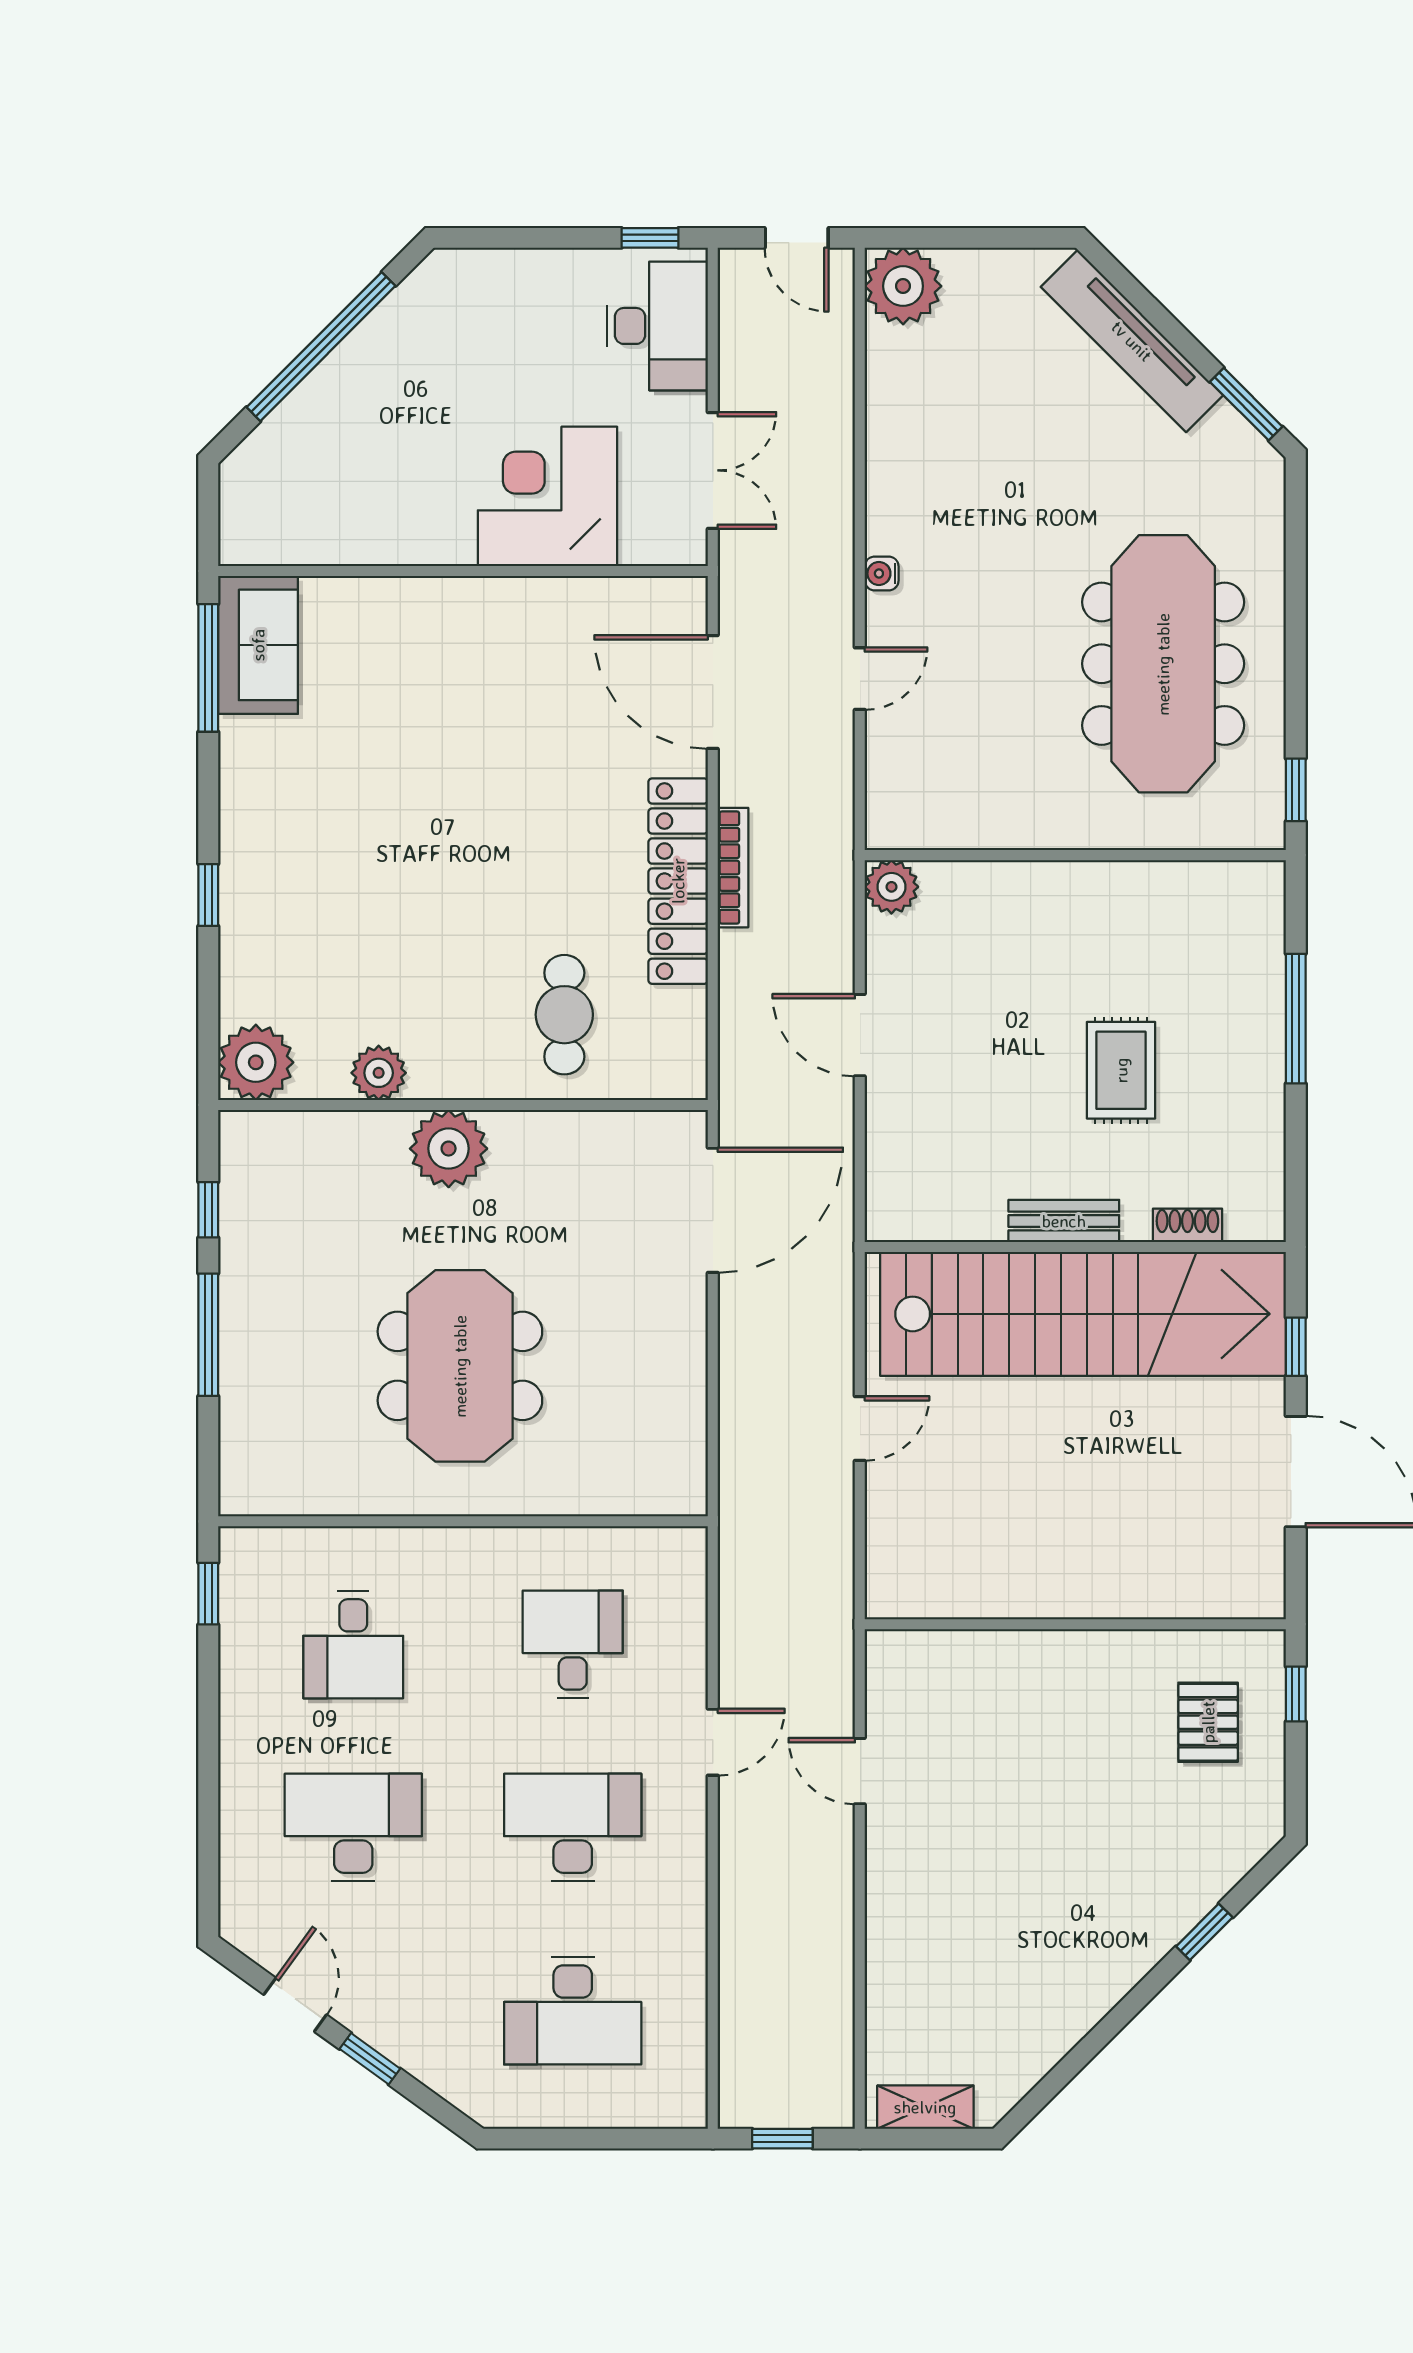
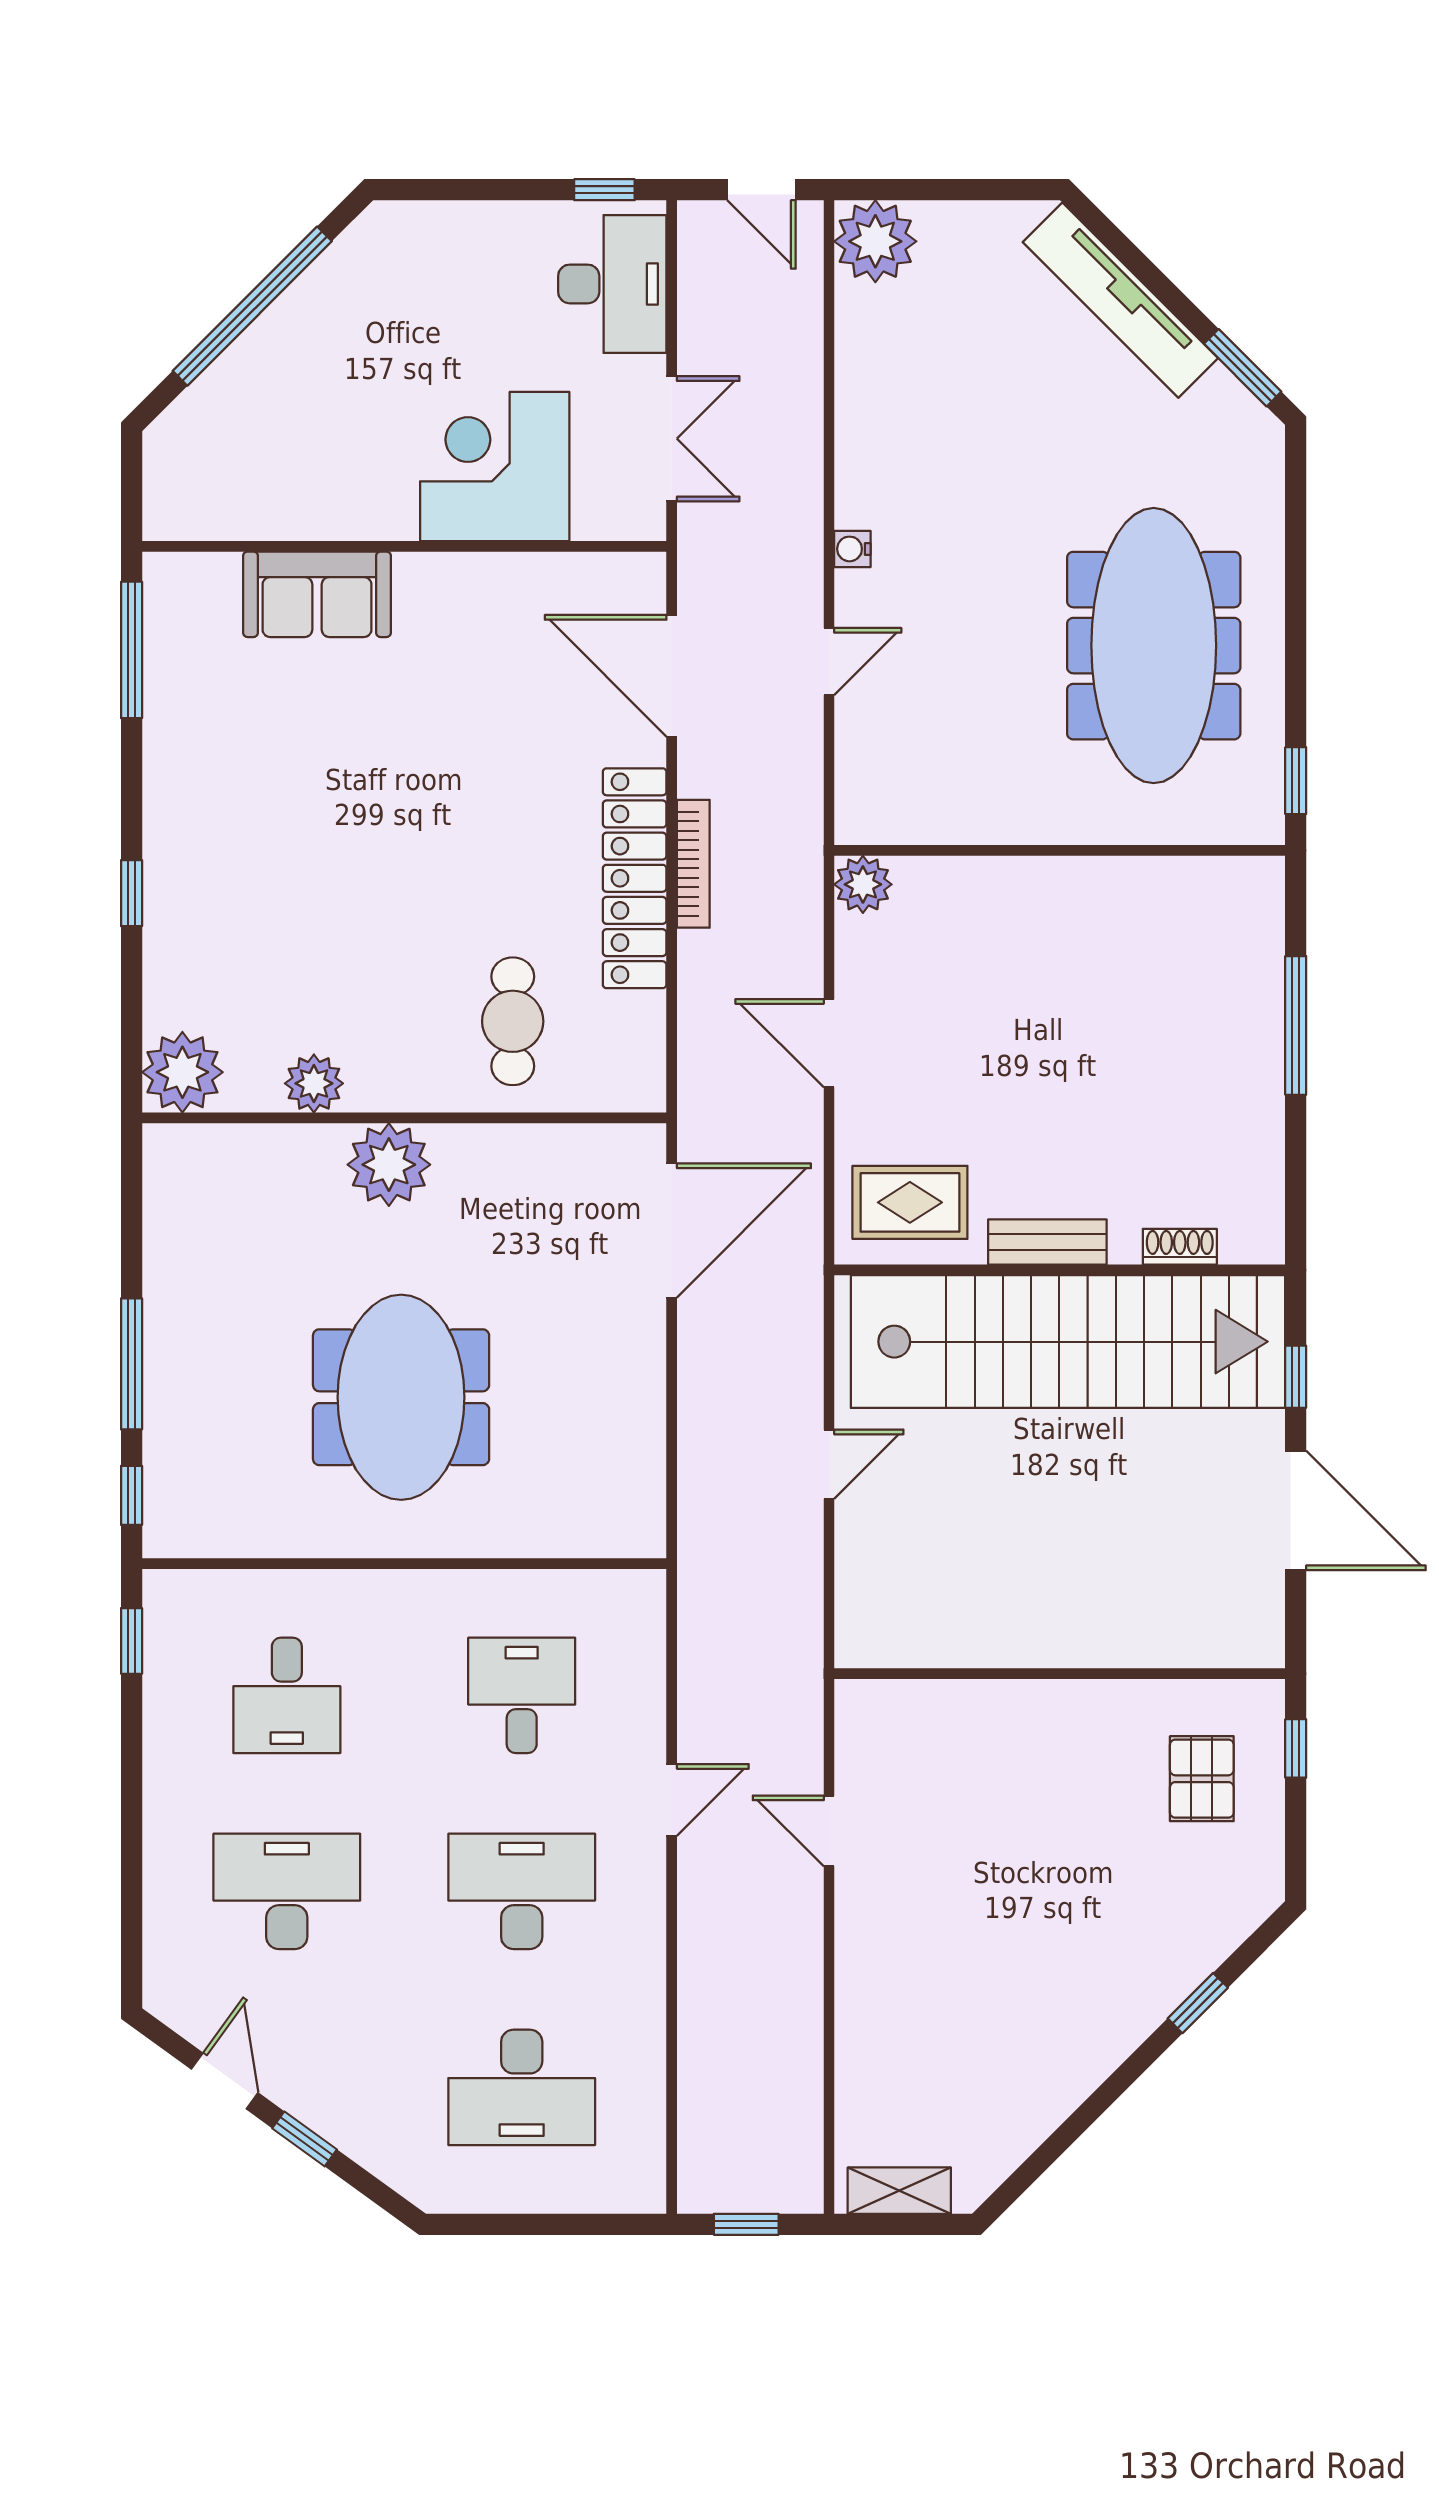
sofa: (258, 645) -> (317, 594), moved, turned 90
rug: (1121, 1070) -> (910, 1202), moved, turned 90
window: (208, 1210) -> (132, 1495), moved

